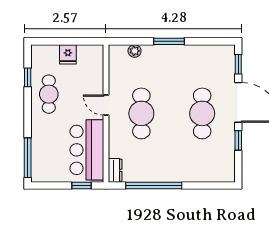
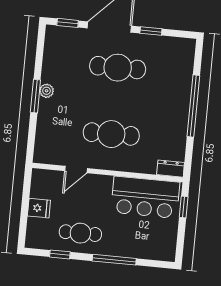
plant: (135, 51) -> (47, 91), moved
door: (106, 105) -> (76, 170), moved
window: (28, 158) -> (114, 260), moved
window: (154, 186) -> (193, 106), moved

